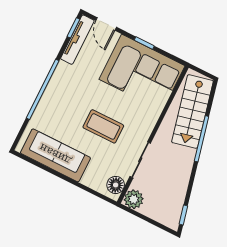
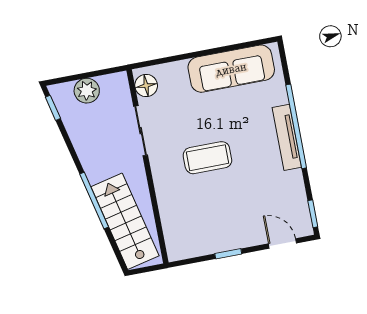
tv unit: (77, 40) -> (287, 137), moved
corner sofa: (142, 72) -> (207, 222), removed
coffee table: (103, 126) -> (207, 158), moved
plant: (134, 199) -> (87, 91), moved

